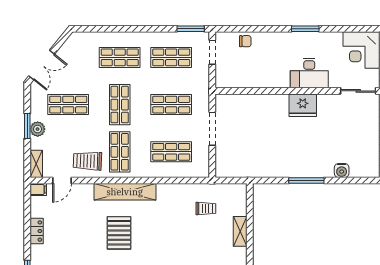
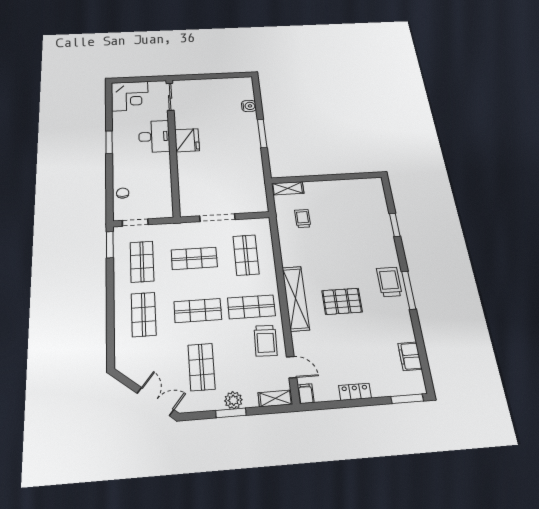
shop shelf: (171, 105) -> (194, 258), turned 90
shelving: (240, 231) -> (288, 188), moved

